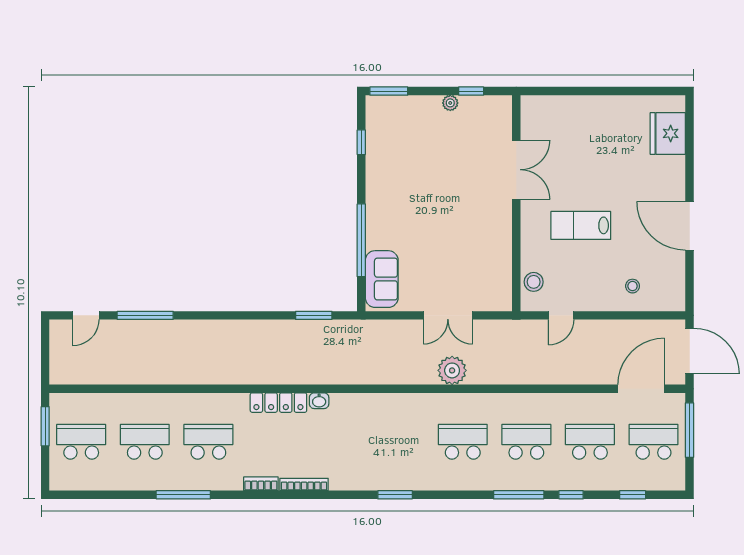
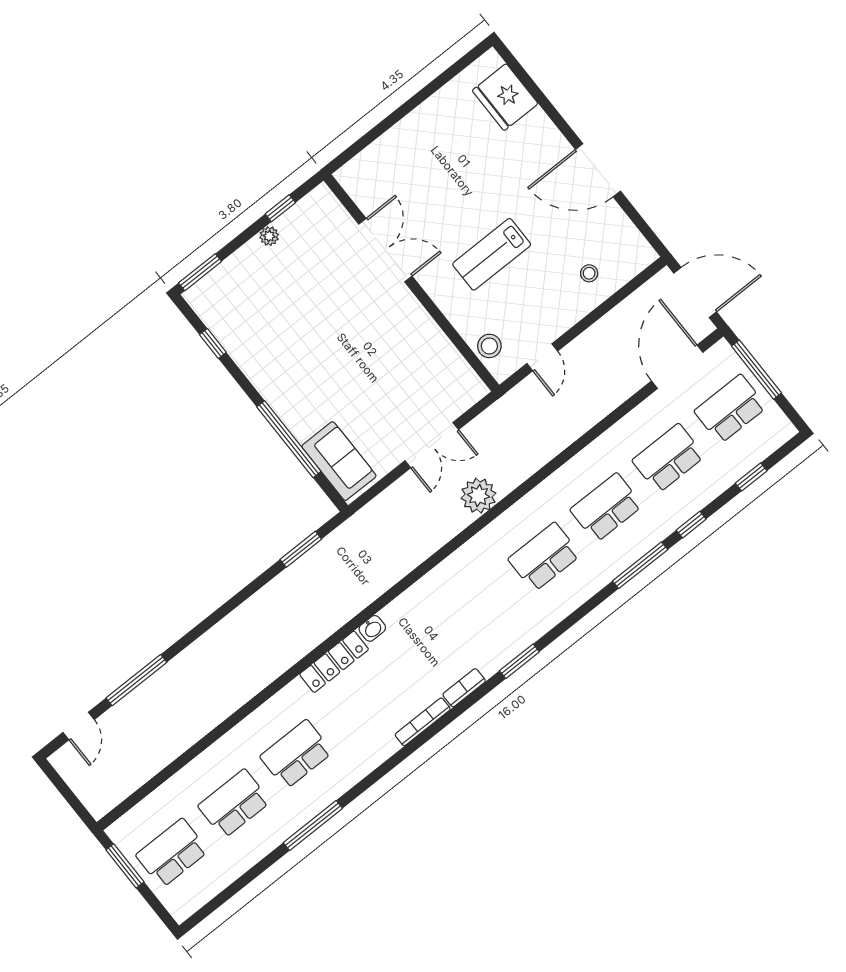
bookcase: (261, 484) -> (464, 688), moved

